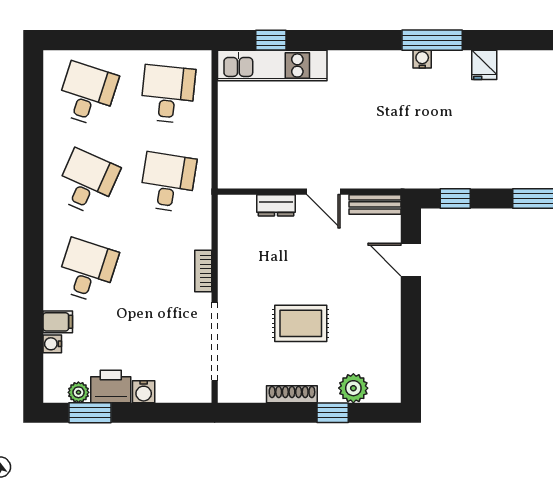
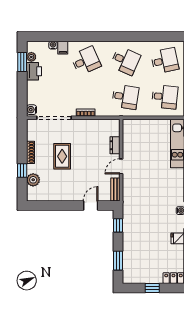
desk: (87, 94) -> (165, 61), turned -30
desk: (87, 271) -> (86, 61), turned -42
water cooler: (144, 392) -> (32, 110), moved

